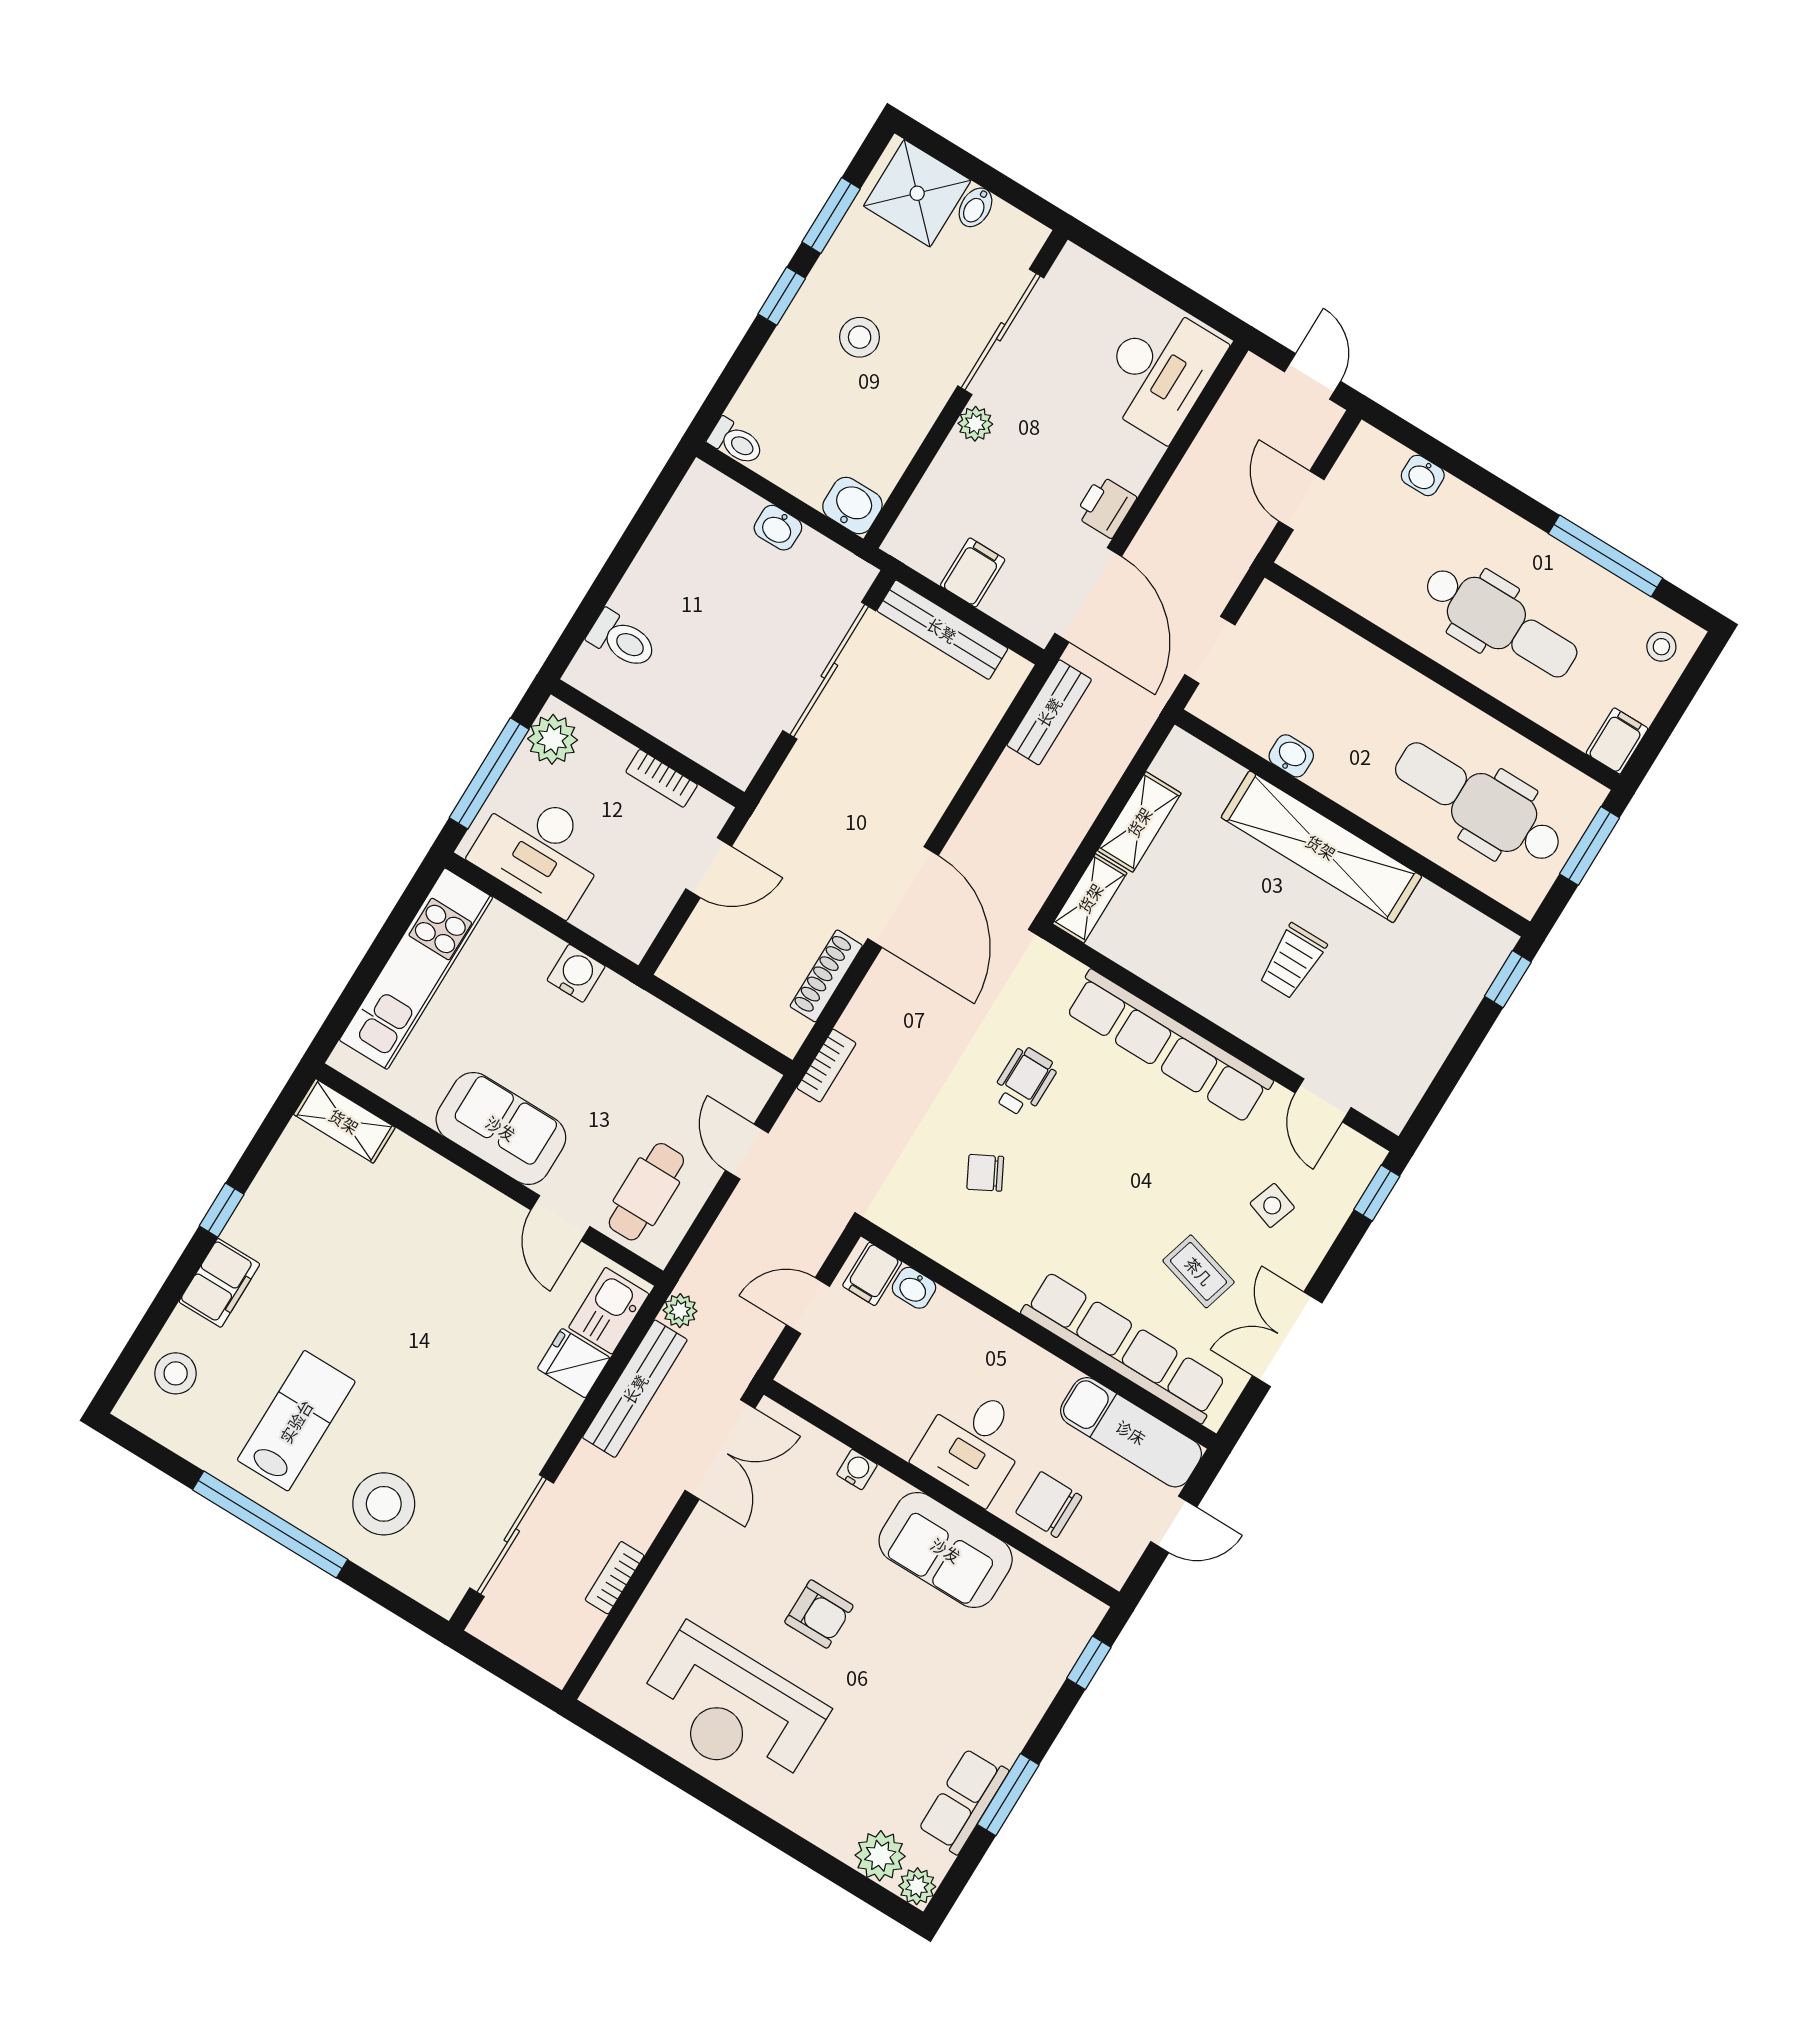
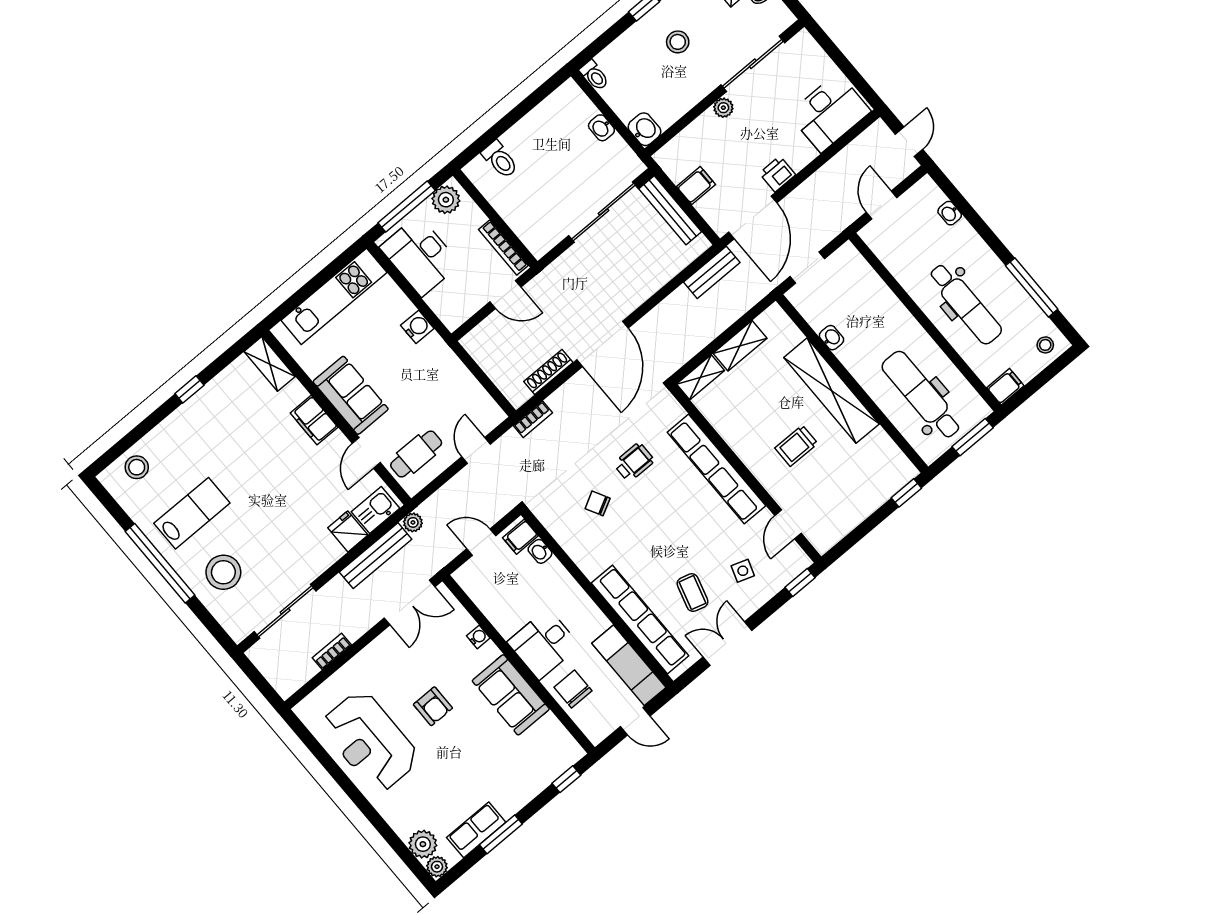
bookcase: (662, 778) -> (503, 247), width x1.56
filing cabinet: (219, 1283) -> (314, 420), moved, turned 90

